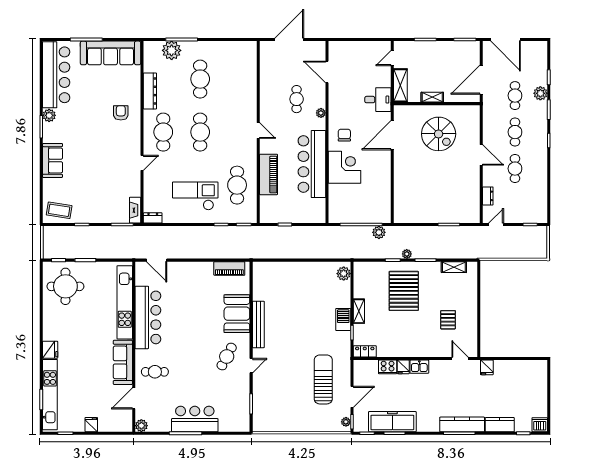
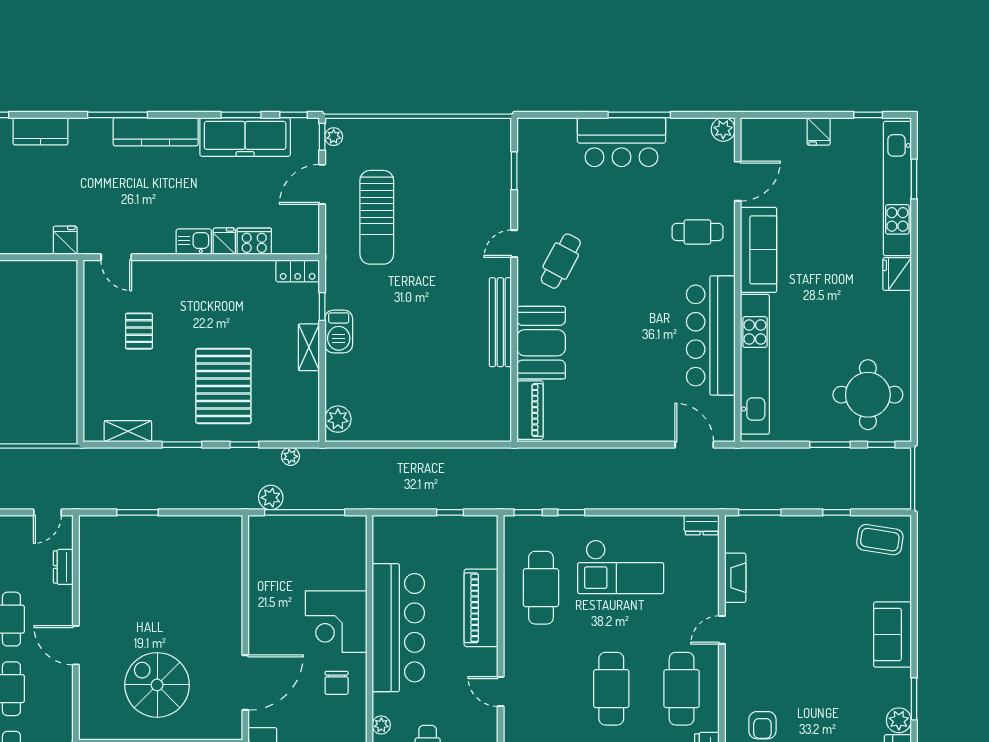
fireplace: (135, 210) -> (735, 578), moved
plant: (407, 254) -> (290, 456), moved
piano: (229, 268) -> (530, 410), moved, turned 90
kitchen counter: (462, 424) -> (156, 132), moved

